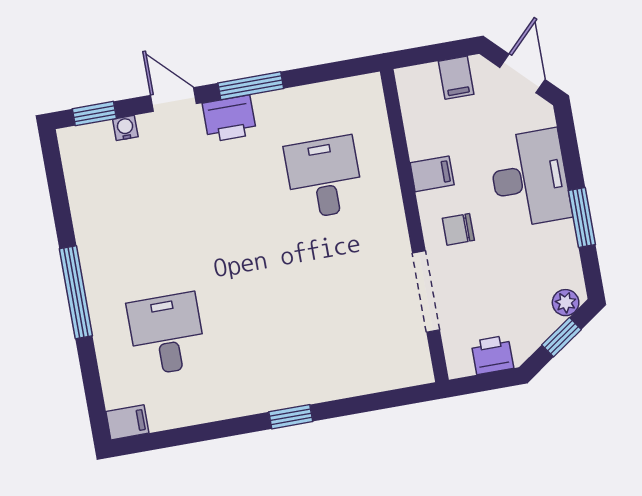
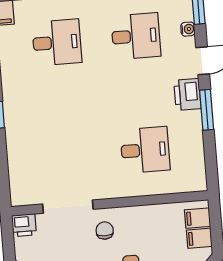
filing cabinet: (432, 174) -> (198, 218), moved, turned 90
desk: (144, 209) -> (136, 36), added
printer: (492, 355) -> (24, 225), moved, turned 90

